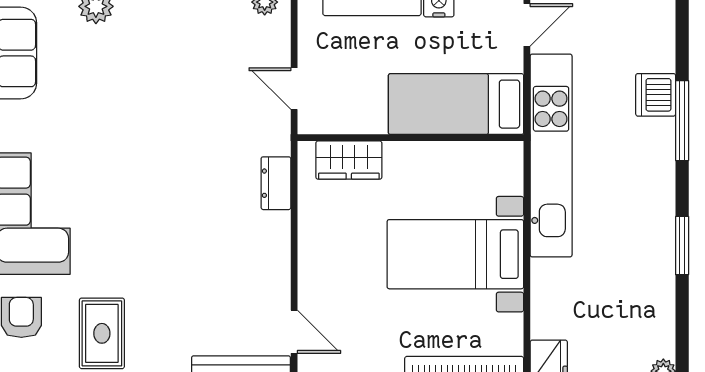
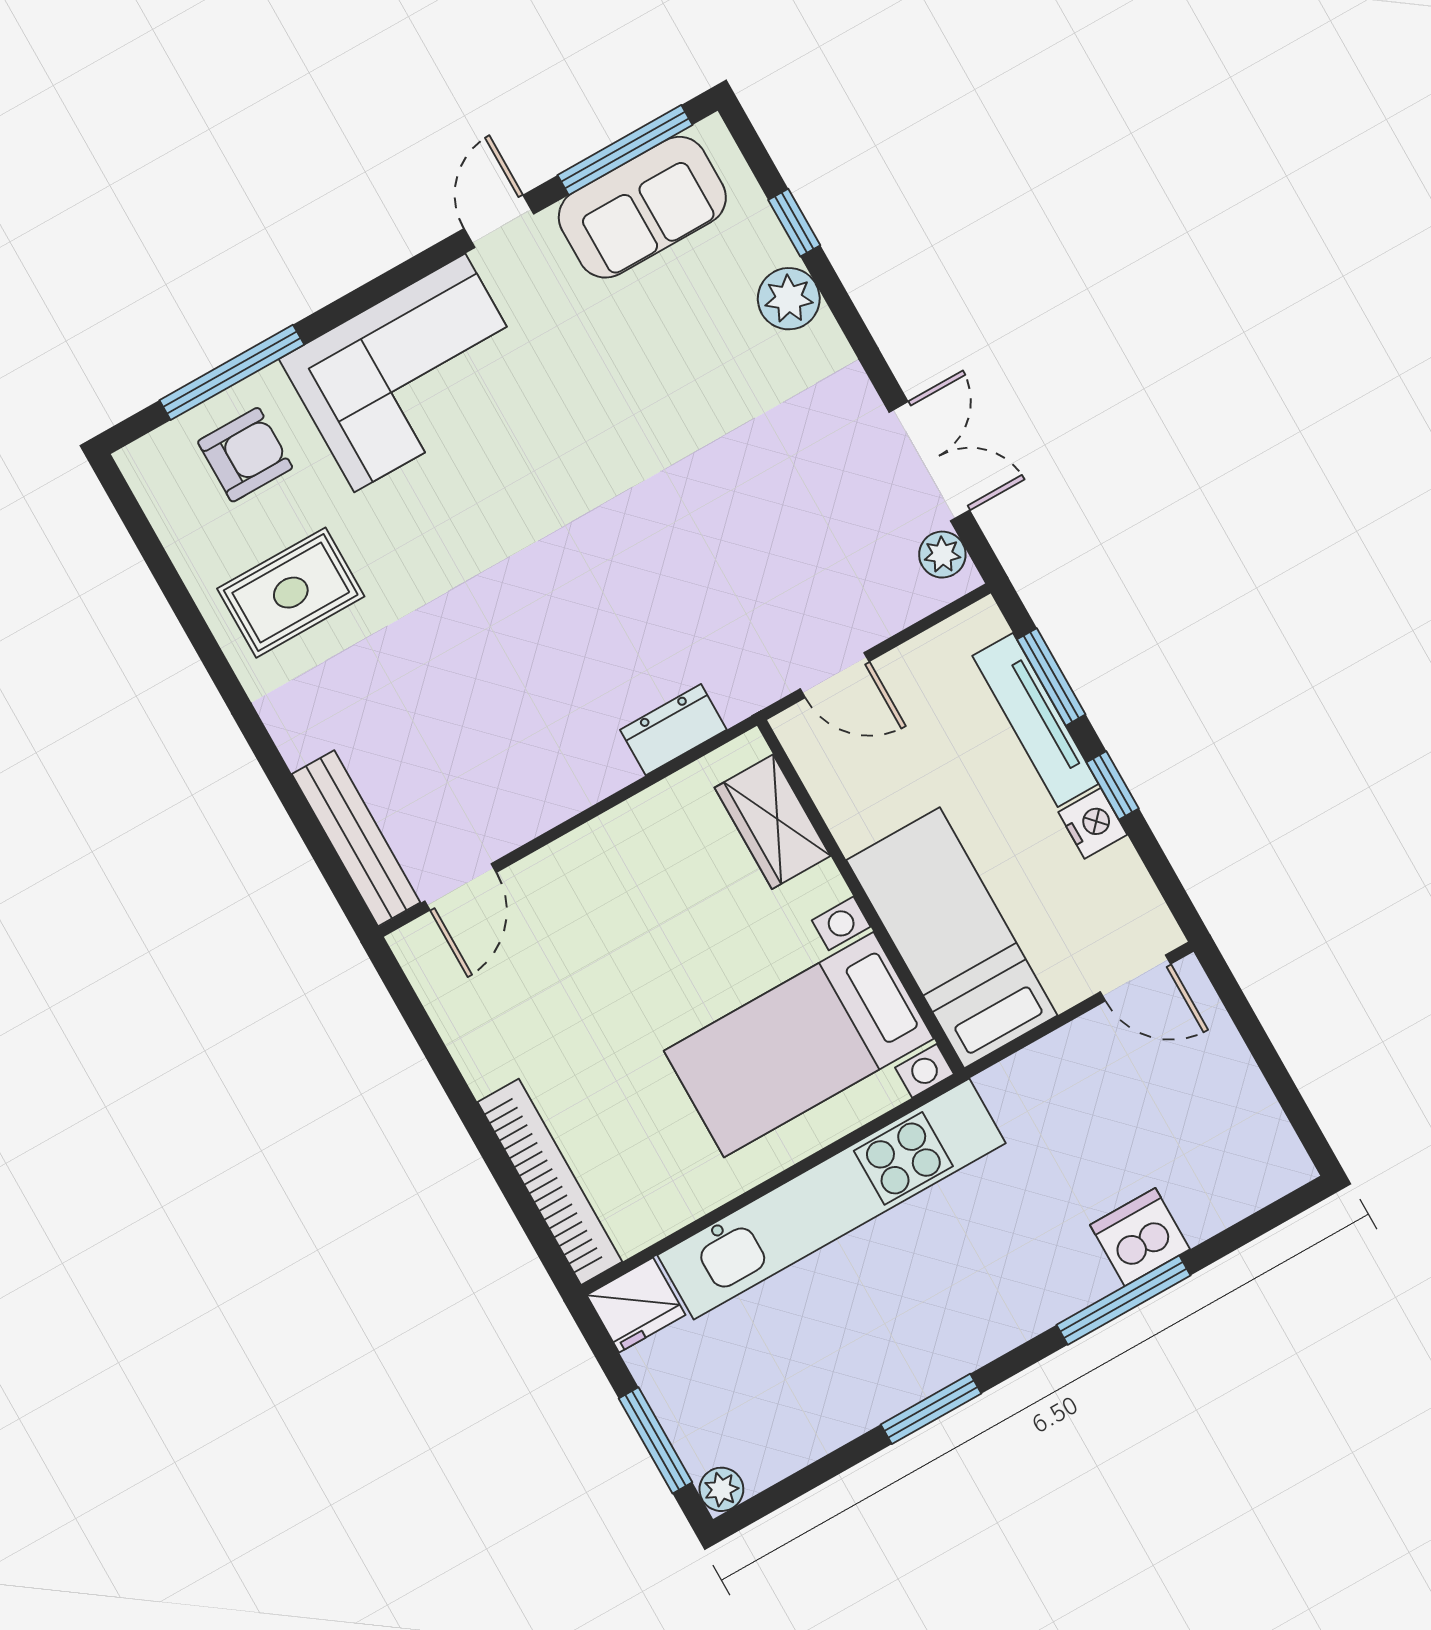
door: (294, 89) -> (835, 675), swing flipped
kitchen unit: (551, 155) -> (832, 1199), moved
bed with nightstands: (455, 254) -> (799, 1045), moved, turned -90

